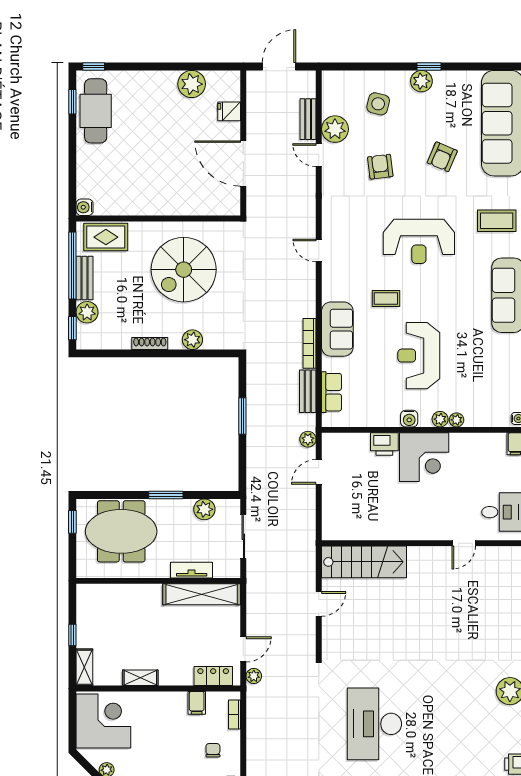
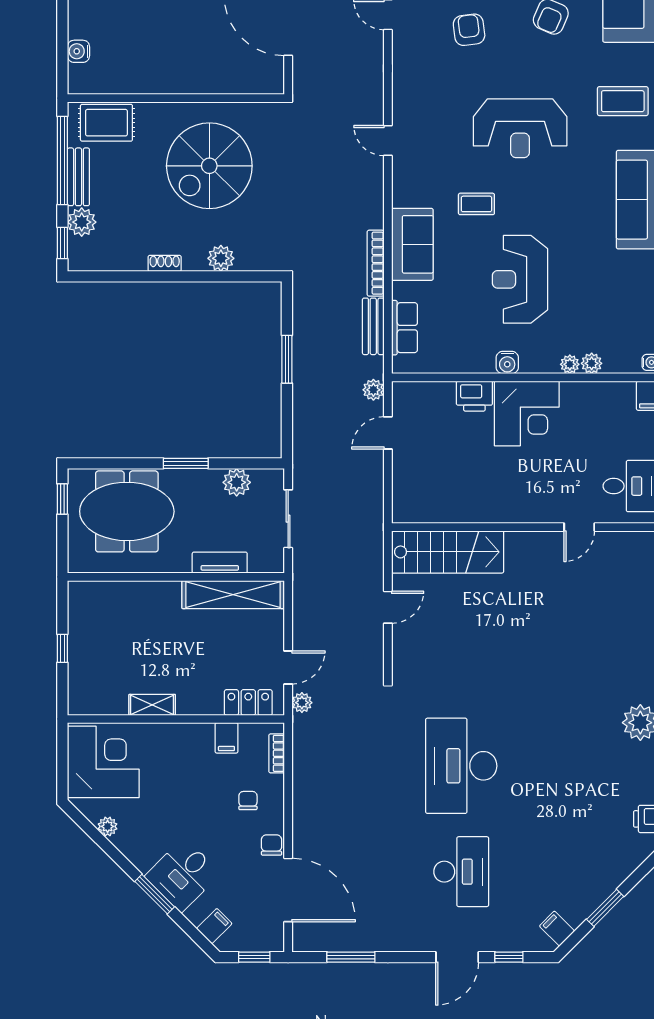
water cooler: (85, 207) -> (78, 51), moved
shoe rack: (150, 344) -> (165, 263), width x0.70
plant: (440, 419) -> (592, 363), moved
shelving: (84, 667) -> (78, 691), removed

